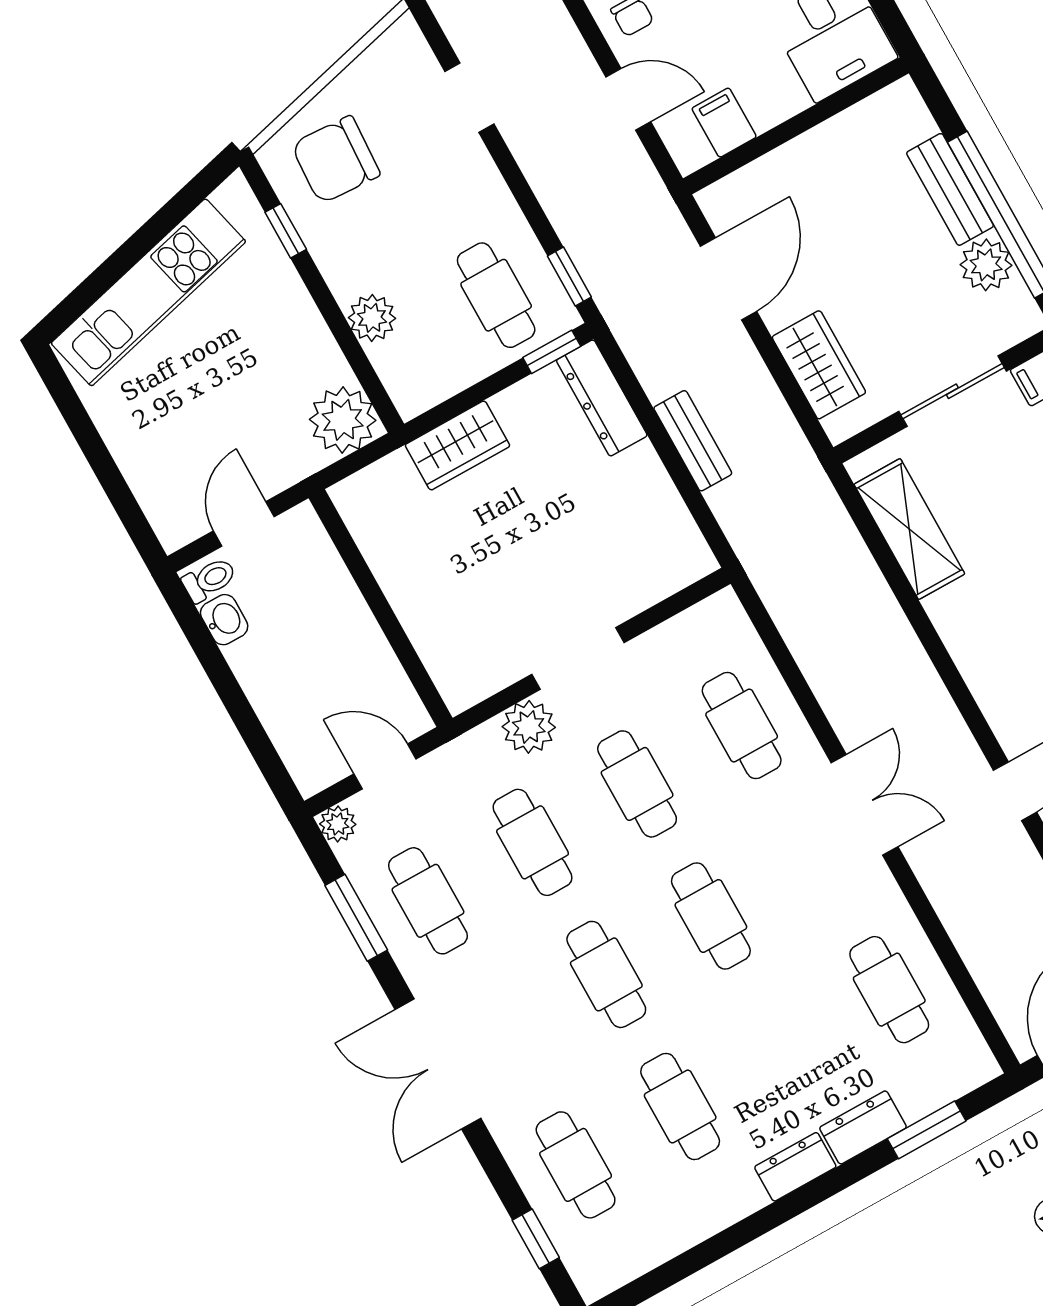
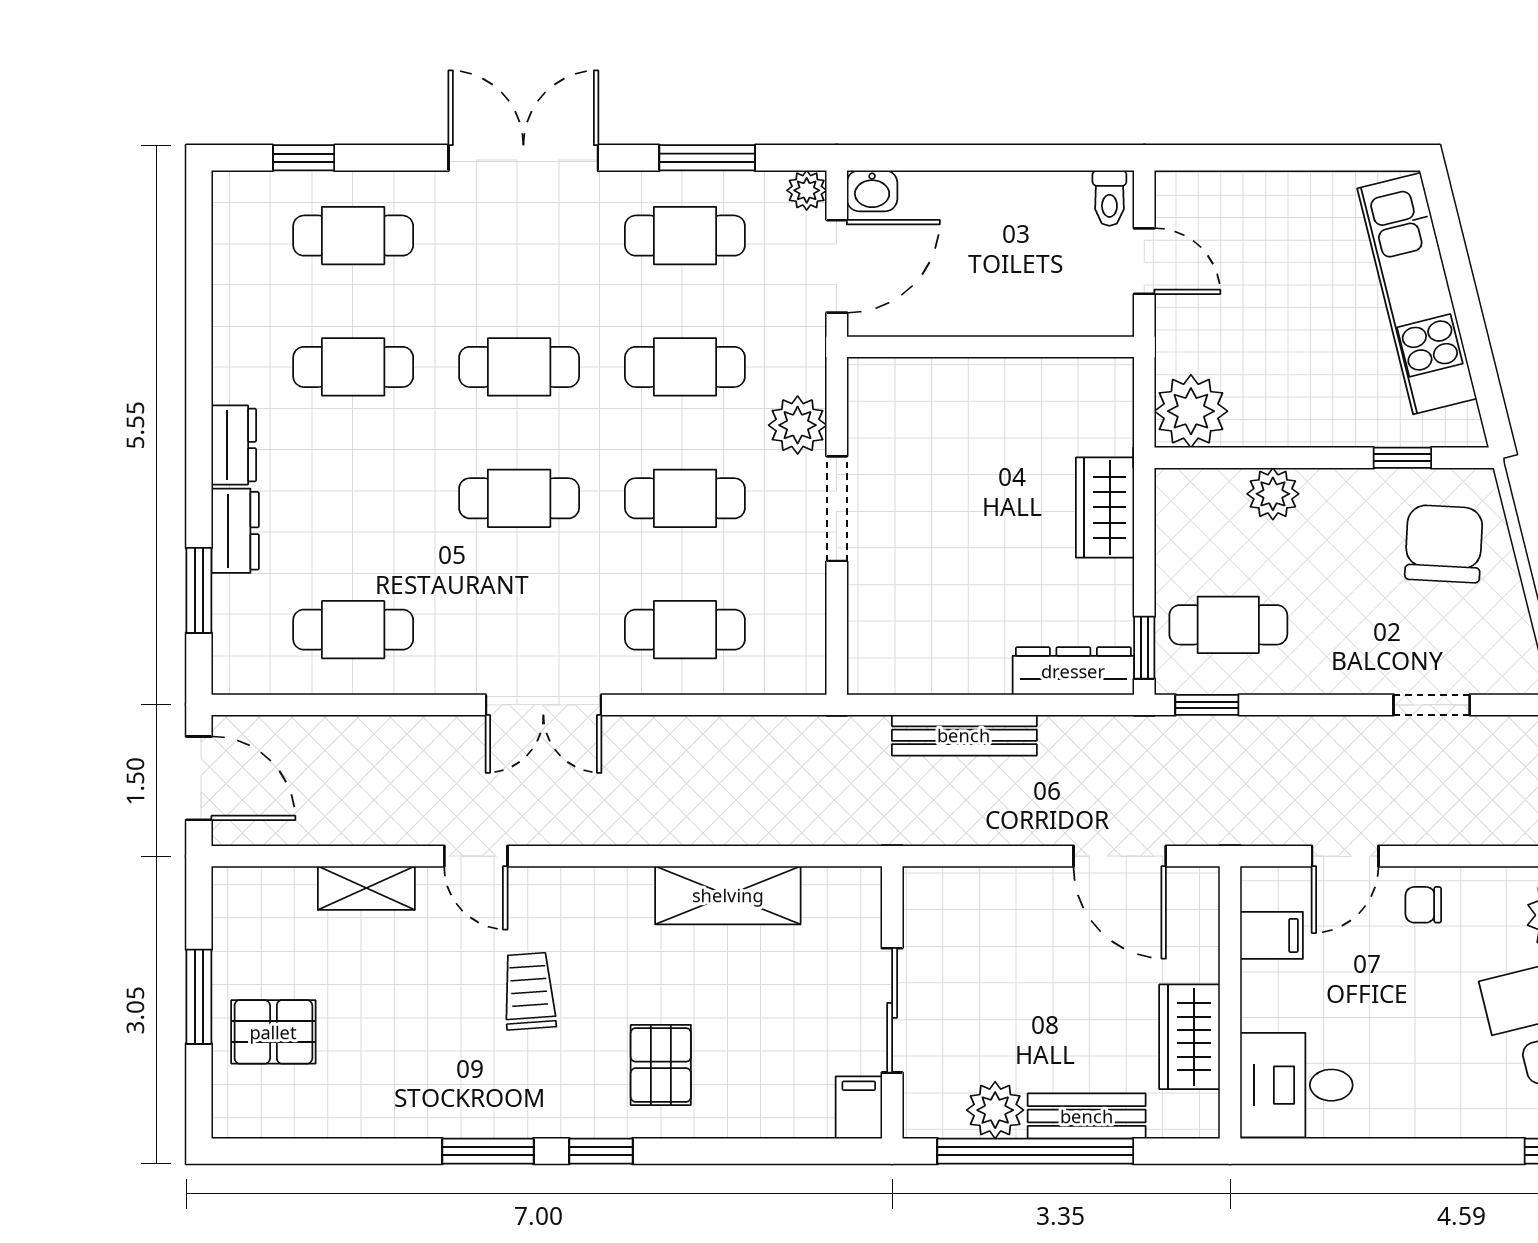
wardrobe: (819, 365) -> (1190, 1037), moved, turned 90
bench: (693, 441) -> (964, 735), width x1.36
shelving: (909, 529) -> (728, 895), moved
washbasin: (224, 620) -> (872, 191), moved
door: (385, 766) -> (837, 266), width x1.38

